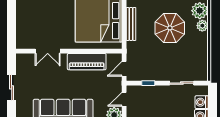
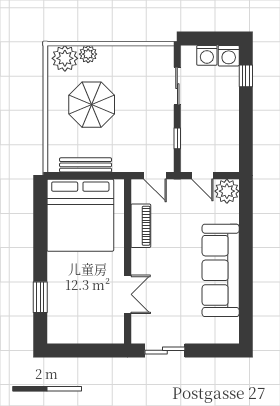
piano: (87, 62) -> (141, 226), width x0.73, depth x0.75
sliding door: (12, 87) -> (165, 350), moved

